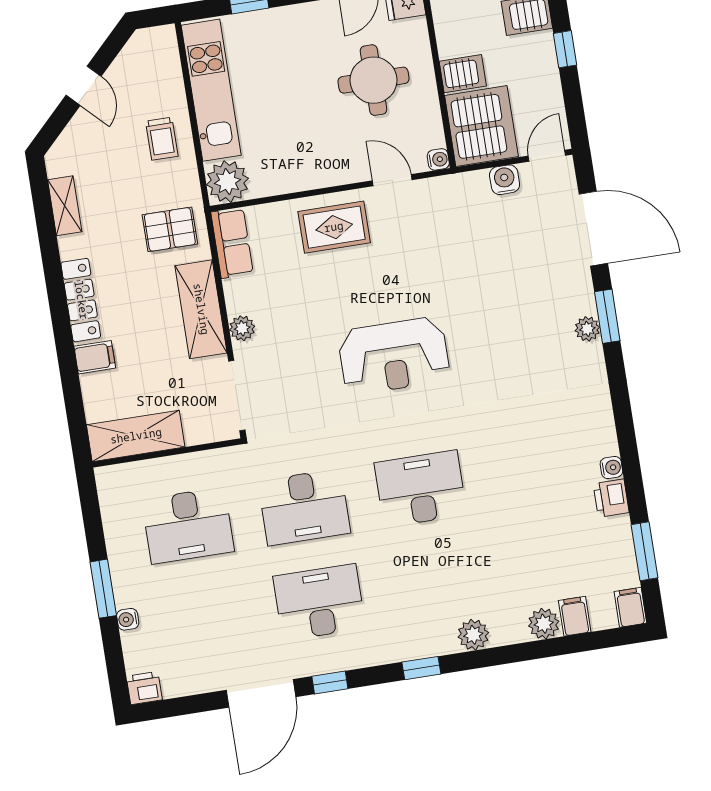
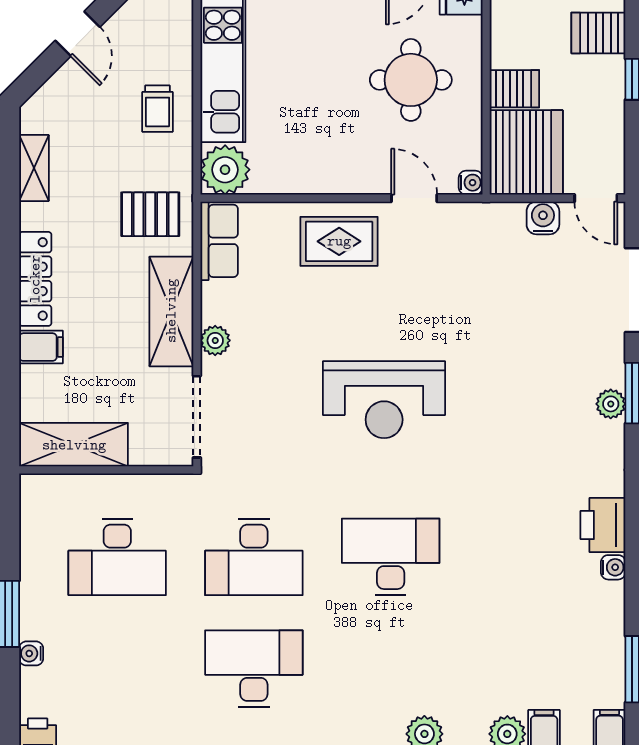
door: (547, 156) -> (596, 198), swing flipped
printer: (611, 498) -> (603, 525), moved, width x1.36, depth x1.24

